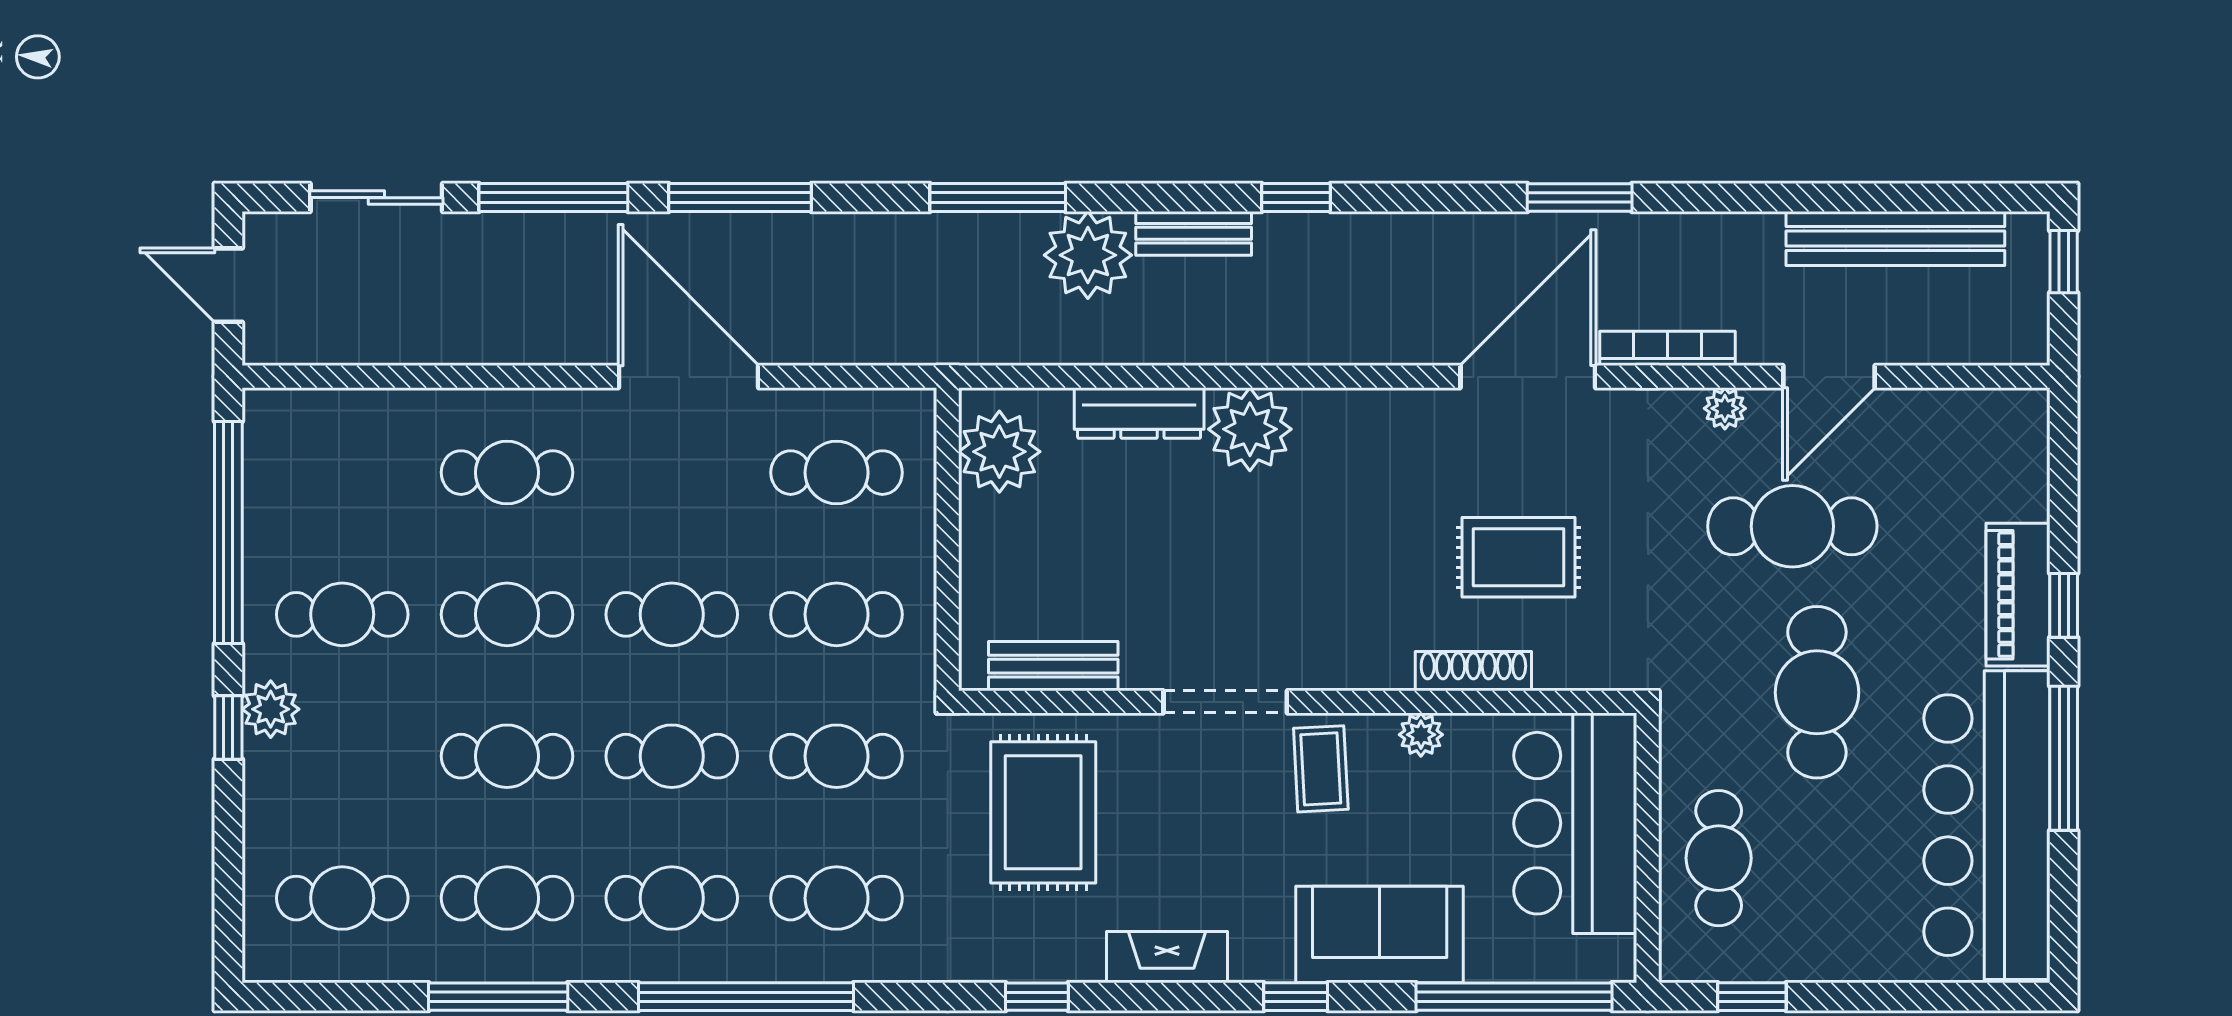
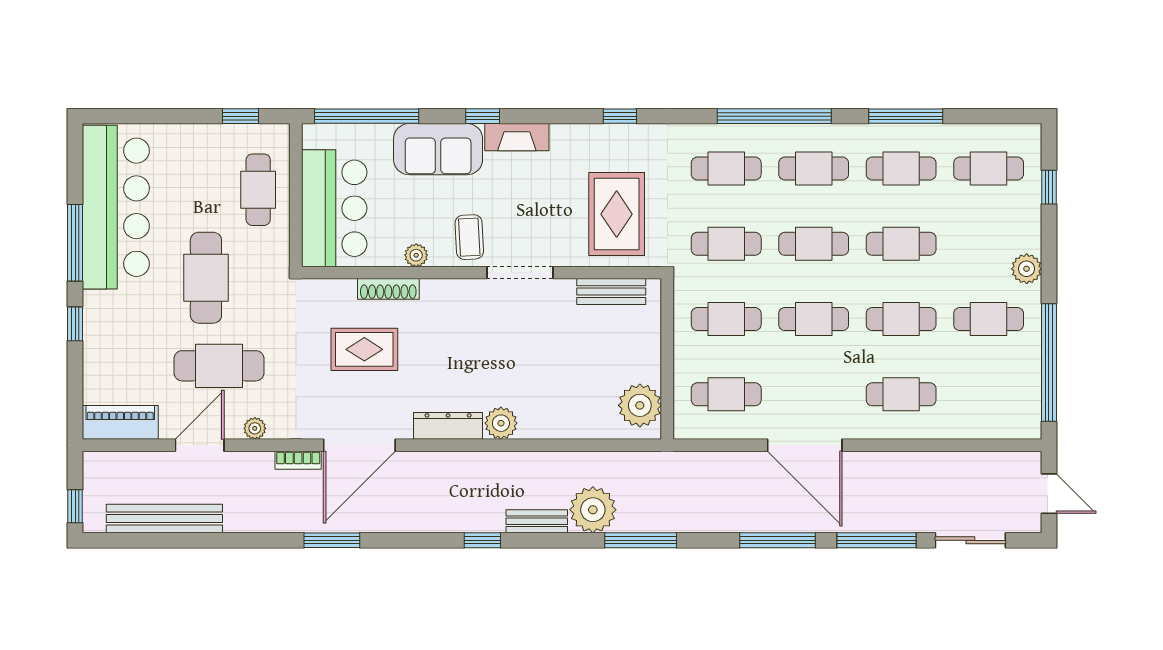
bookcase: (1668, 348) -> (298, 460), width x0.64
dresser: (1139, 413) -> (448, 426), moved
plant: (1250, 429) -> (501, 423), width x0.73, depth x0.73
piano: (2018, 595) -> (120, 422), moved, turned -90
window: (228, 728) -> (1049, 187), moved
fireplace: (1167, 957) -> (517, 137), moved

